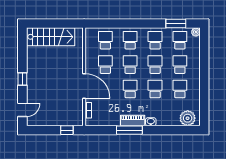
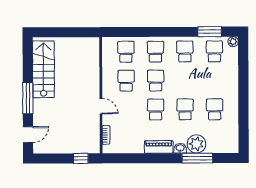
stairs: (51, 37) -> (43, 69), moved, turned -90
school desk: (155, 65) -> (185, 80), removed
school desk: (180, 65) -> (214, 80), removed
window: (22, 79) -> (28, 98), width x2.17
door: (84, 86) -> (101, 106), width x0.53
plant: (188, 118) -> (196, 144), moved
window: (129, 130) -> (197, 158), moved

